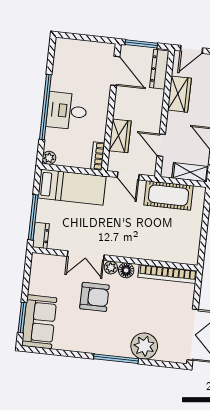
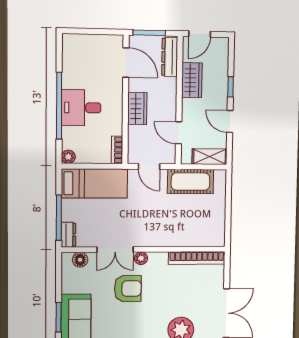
wardrobe: (120, 136) -> (137, 109), moved
floor lamp: (126, 270) -> (80, 260), moved

